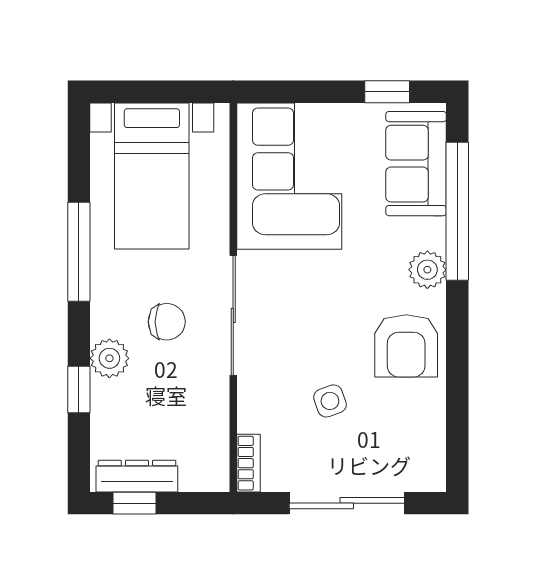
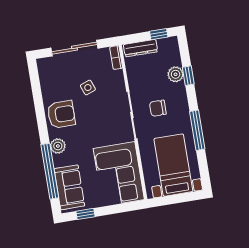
armchair: (406, 346) -> (61, 114), turned 90
plant: (109, 358) -> (176, 74), moved
dresser: (137, 476) -> (141, 48), moved

